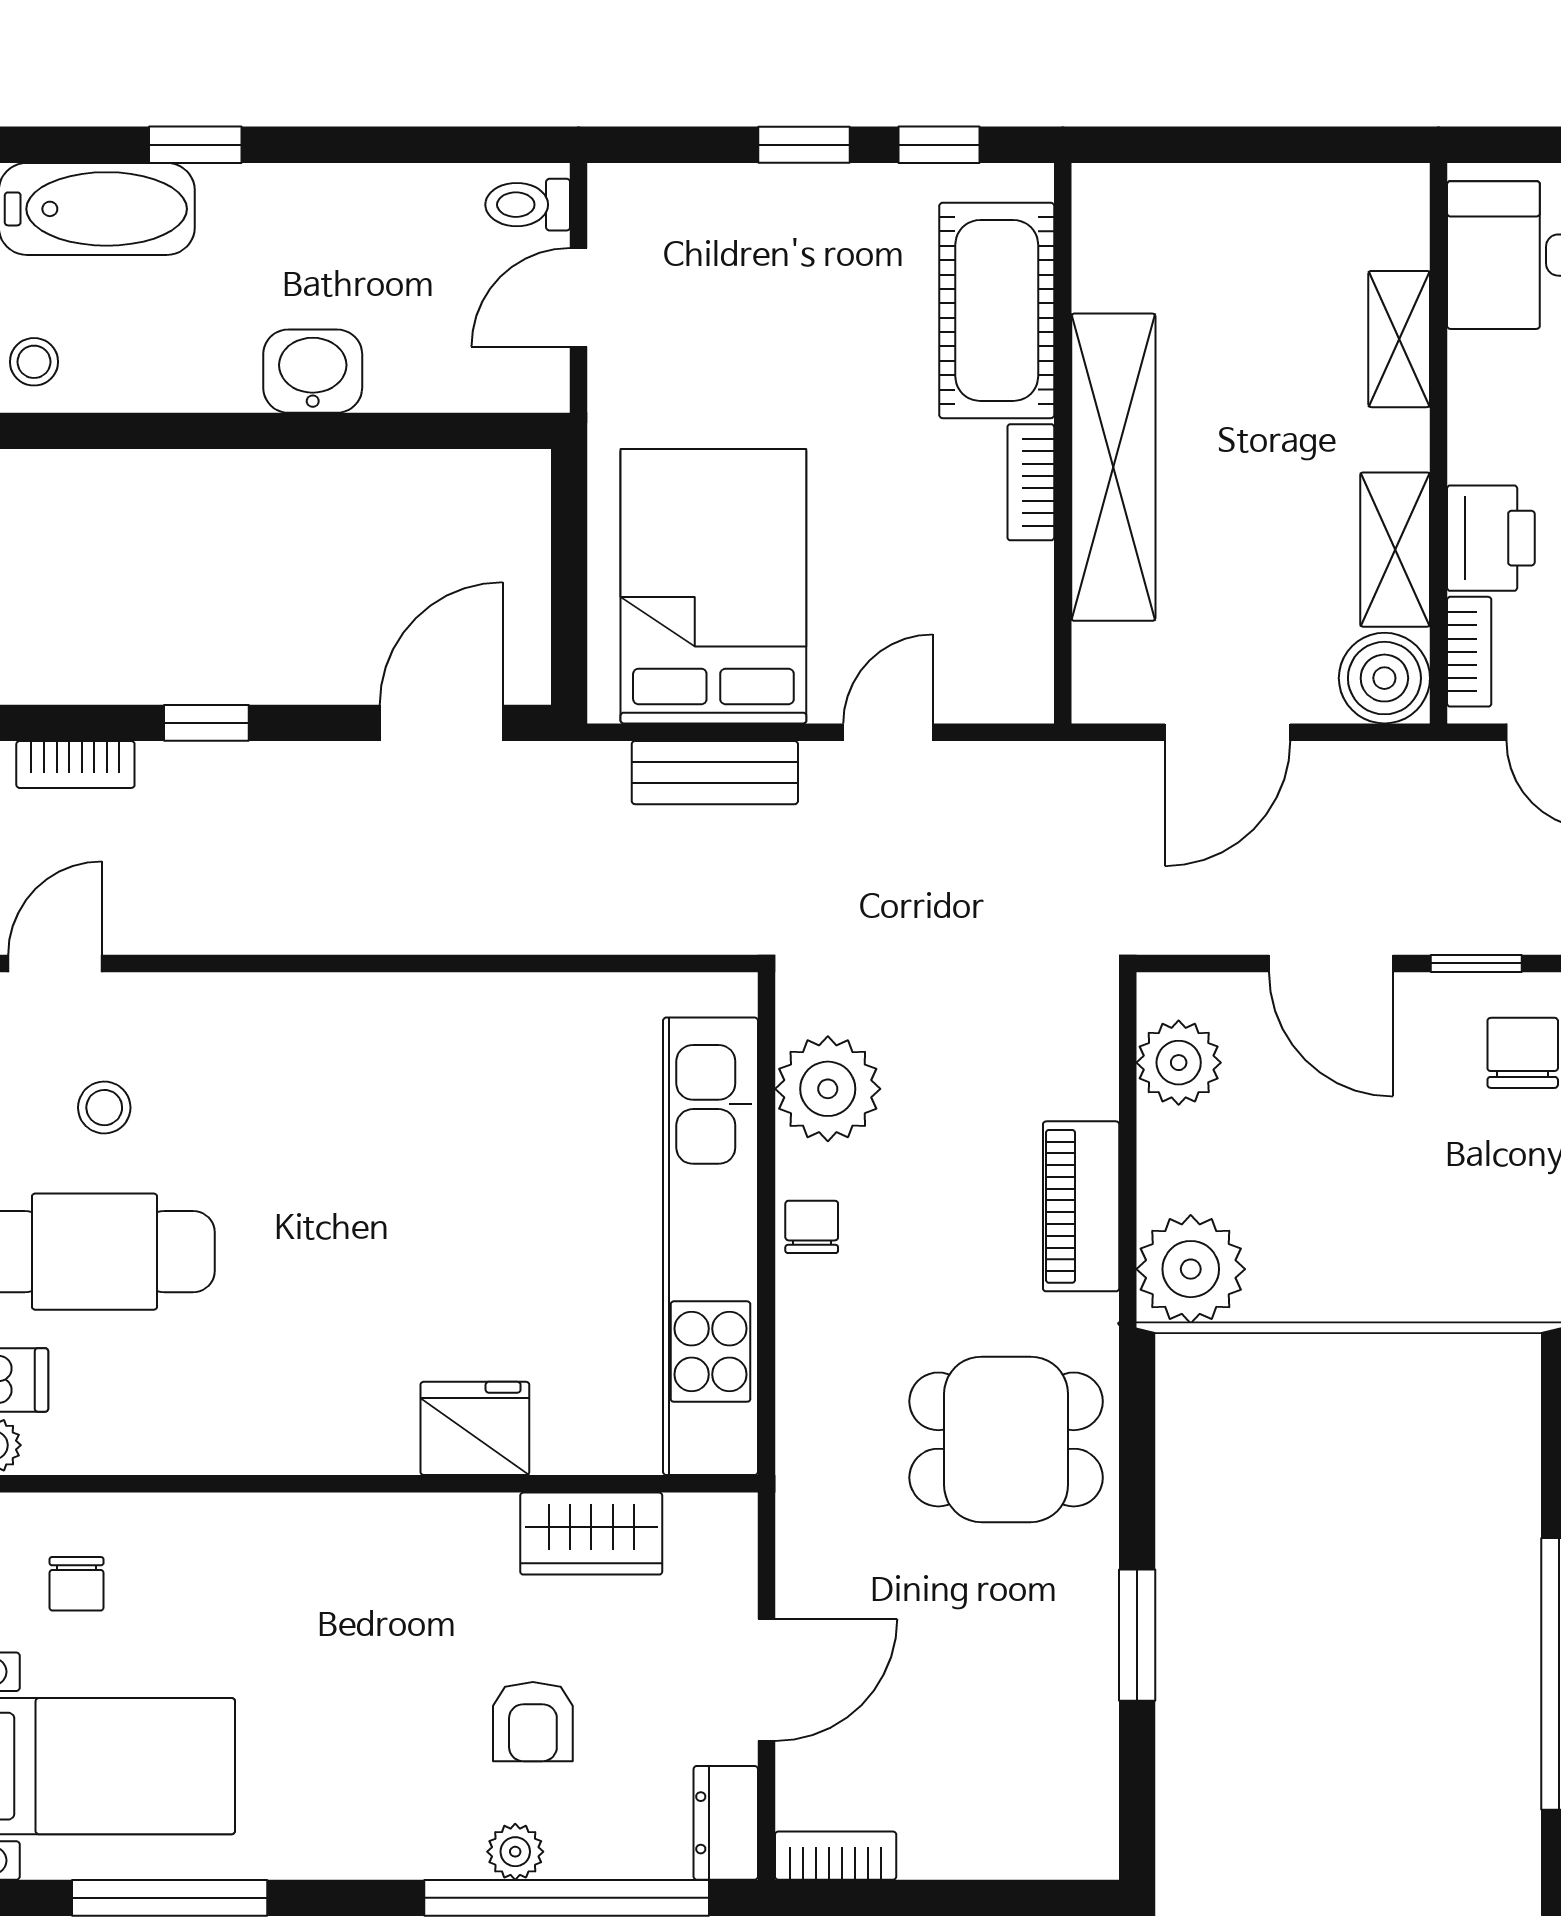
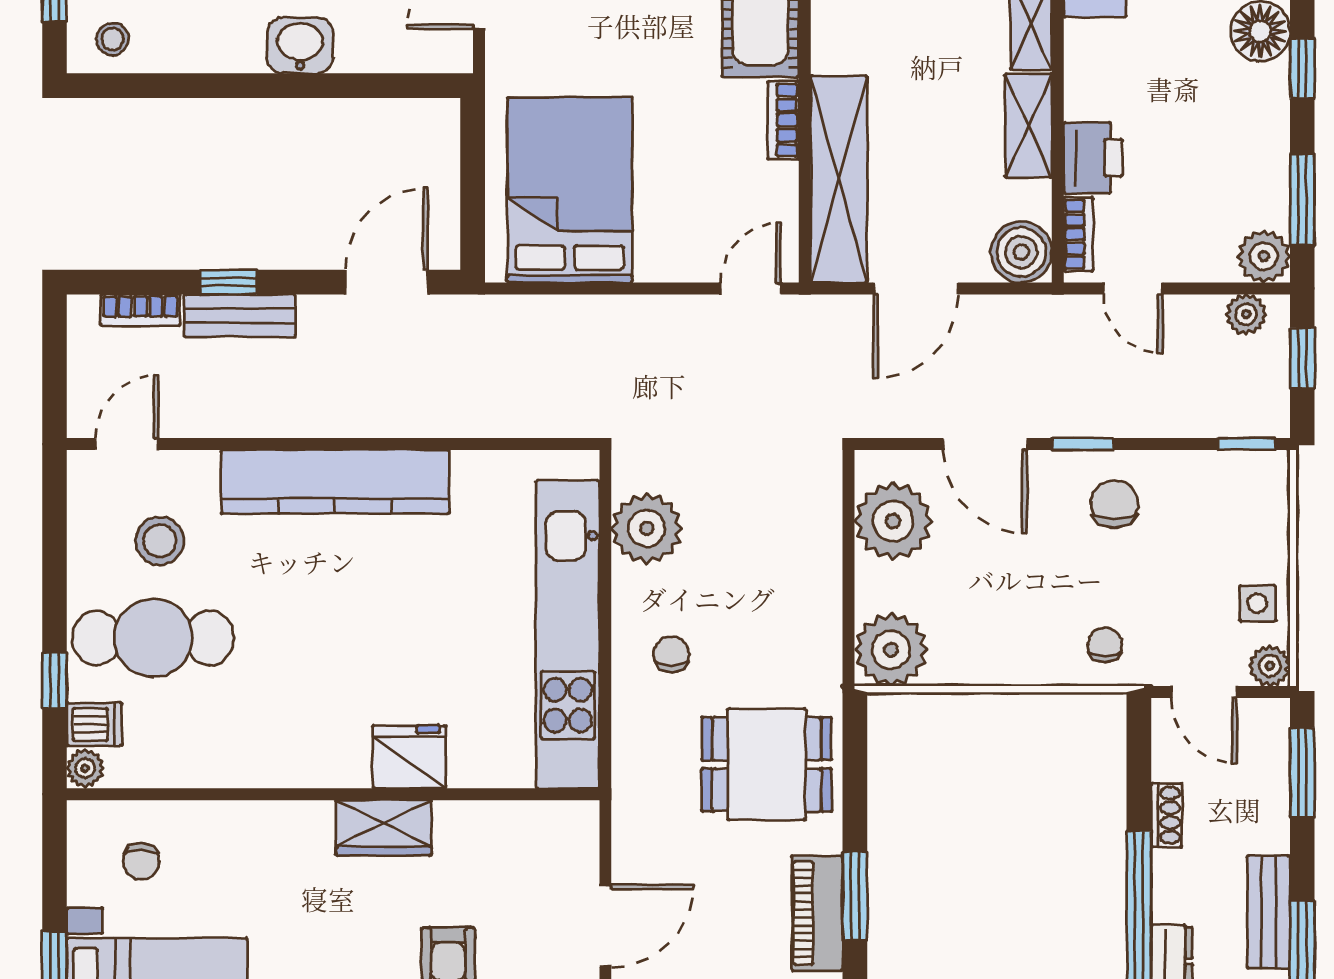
shelving: (1113, 467) -> (839, 179), moved
shelving: (1395, 550) -> (1028, 126), moved
door: (888, 732) -> (751, 288), moved
bench: (715, 773) -> (240, 316), moved
kitchen counter: (365, 1020) -> (335, 482), added
plant: (1179, 1063) -> (893, 521), width x1.36, depth x1.36
stool: (104, 1108) -> (160, 541), width x1.37, depth x1.37
piano: (1081, 1206) -> (817, 913), moved
chair: (812, 1227) -> (671, 654), moved
chair: (1509, 1262) -> (1105, 645), added
wardrobe: (591, 1534) -> (384, 828), moved

